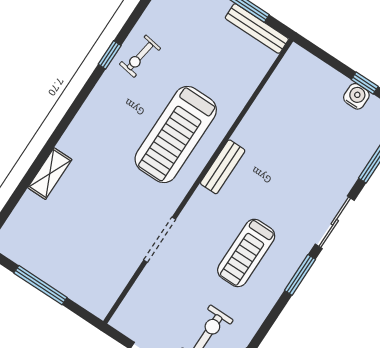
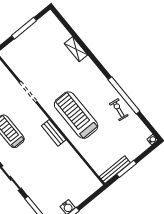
window: (110, 55) -> (124, 95), width x3.17

